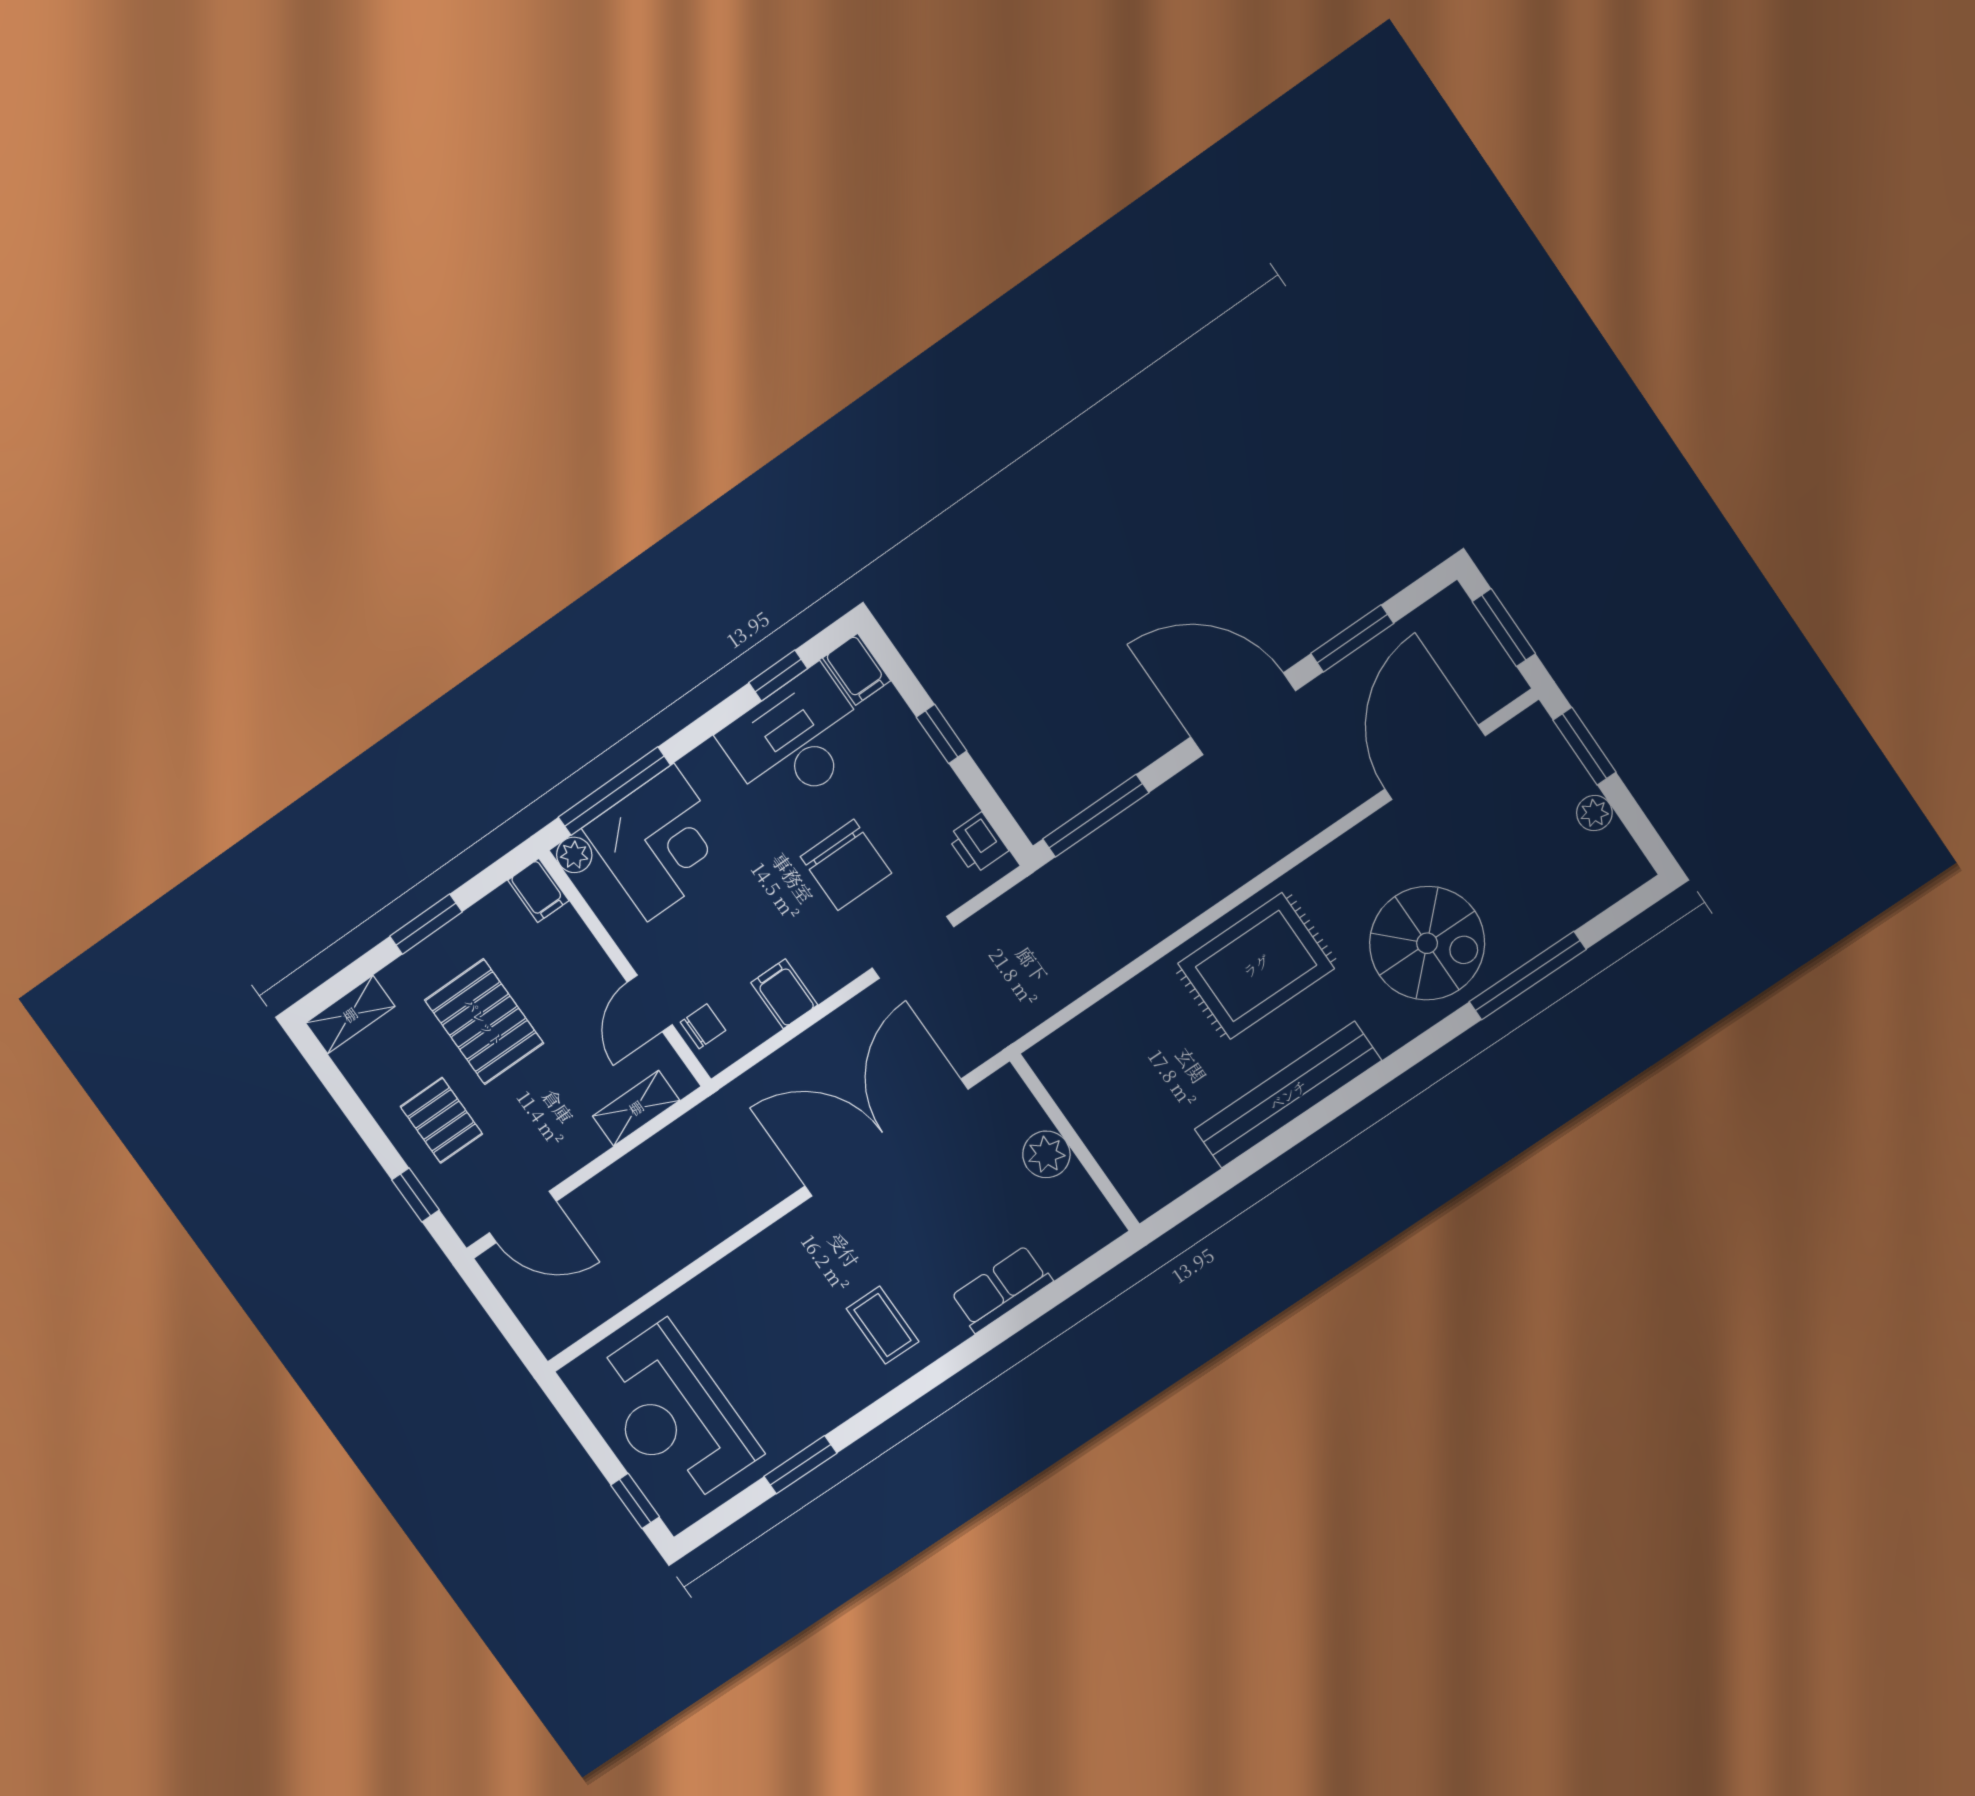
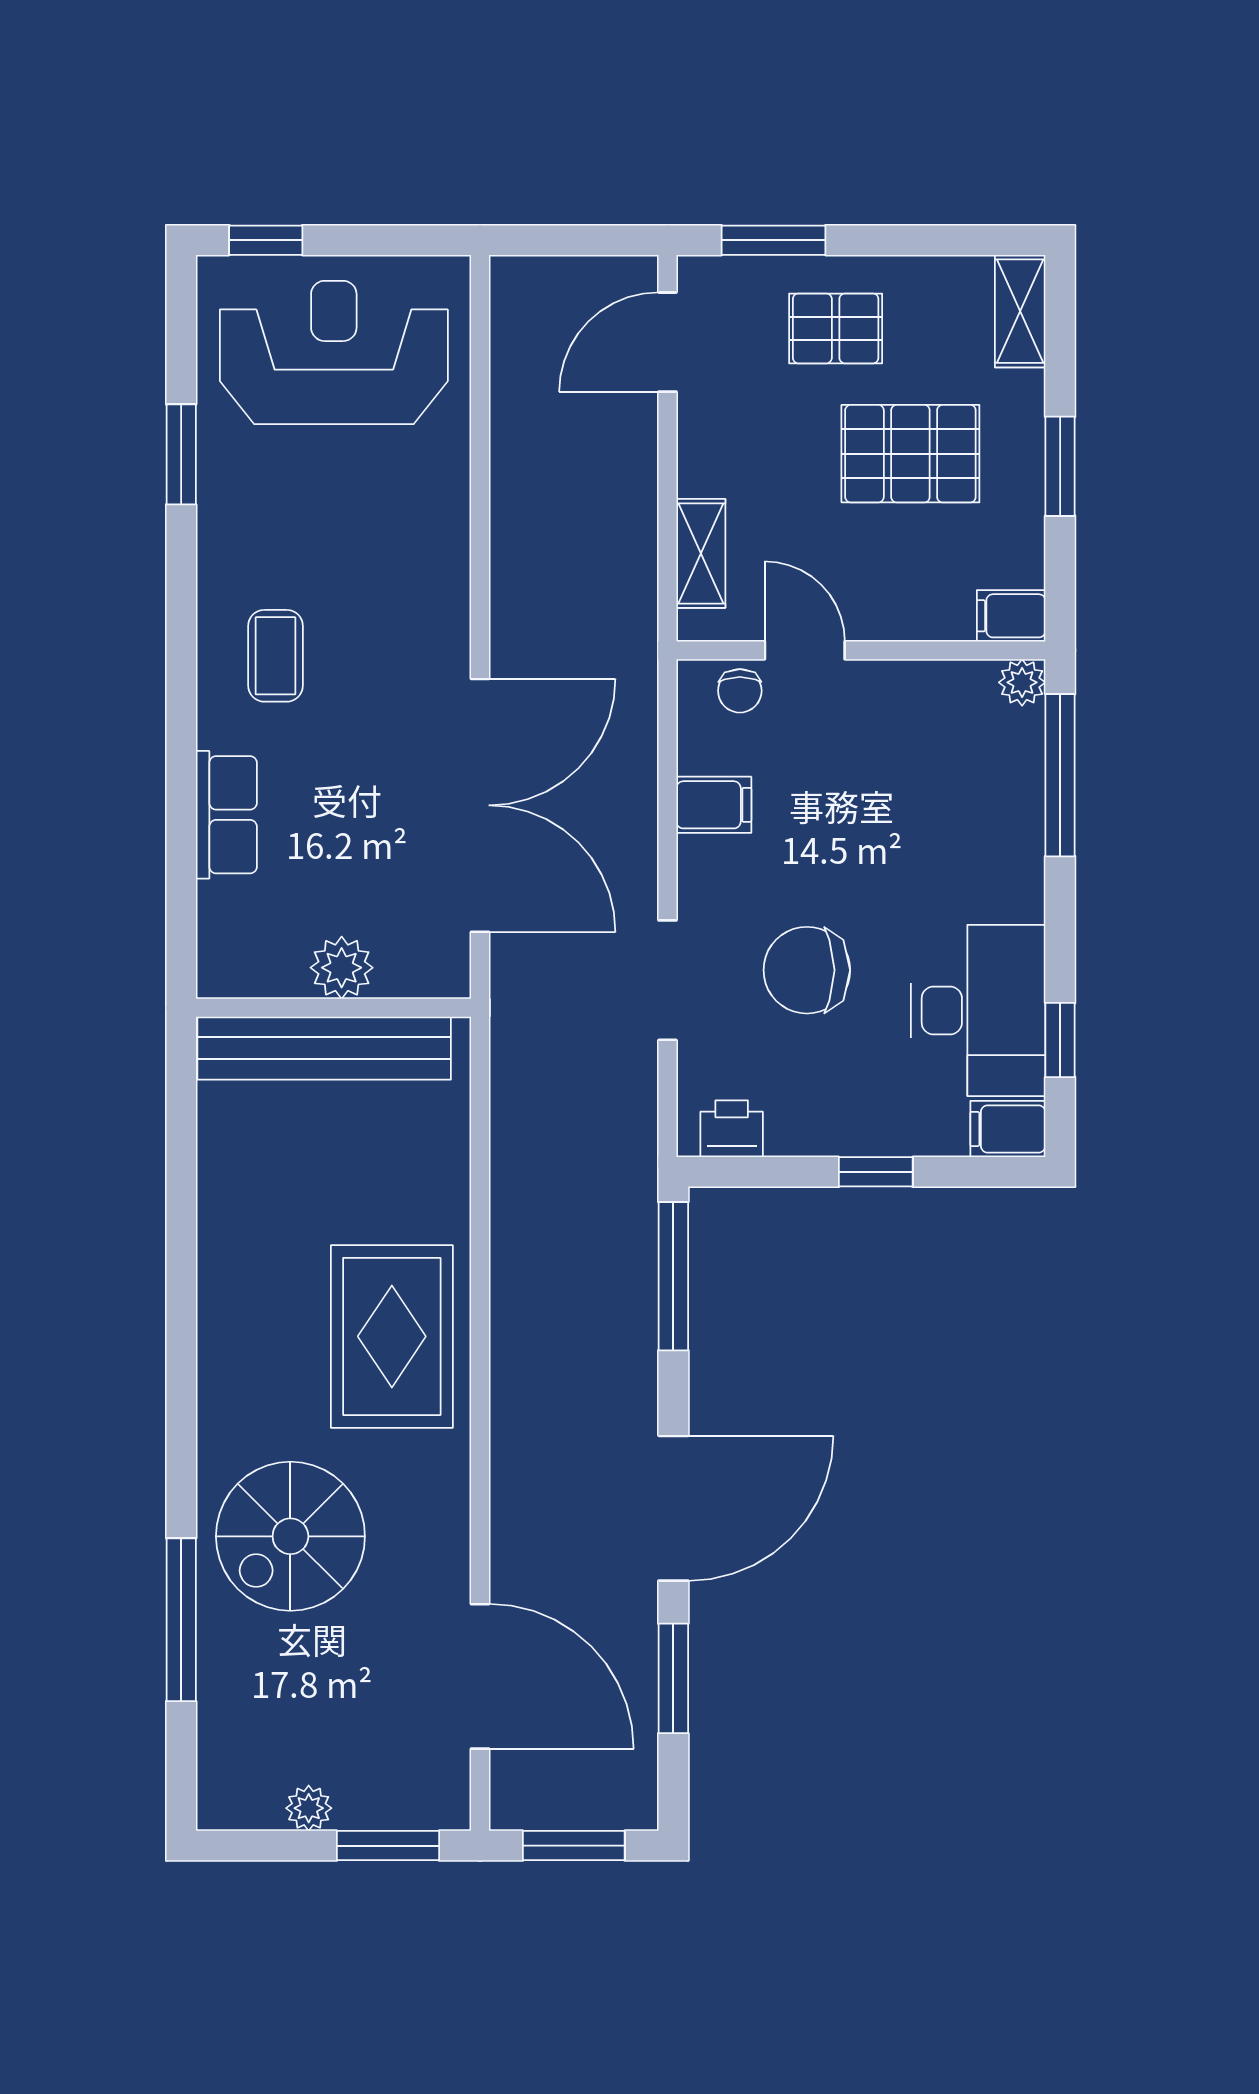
corner desk: (661, 843) -> (970, 786), removed
bench: (1288, 1095) -> (324, 1048), moved, turned 90
window: (416, 1195) -> (773, 240), width x1.50
coffee table: (883, 1325) -> (275, 656), turned 90

